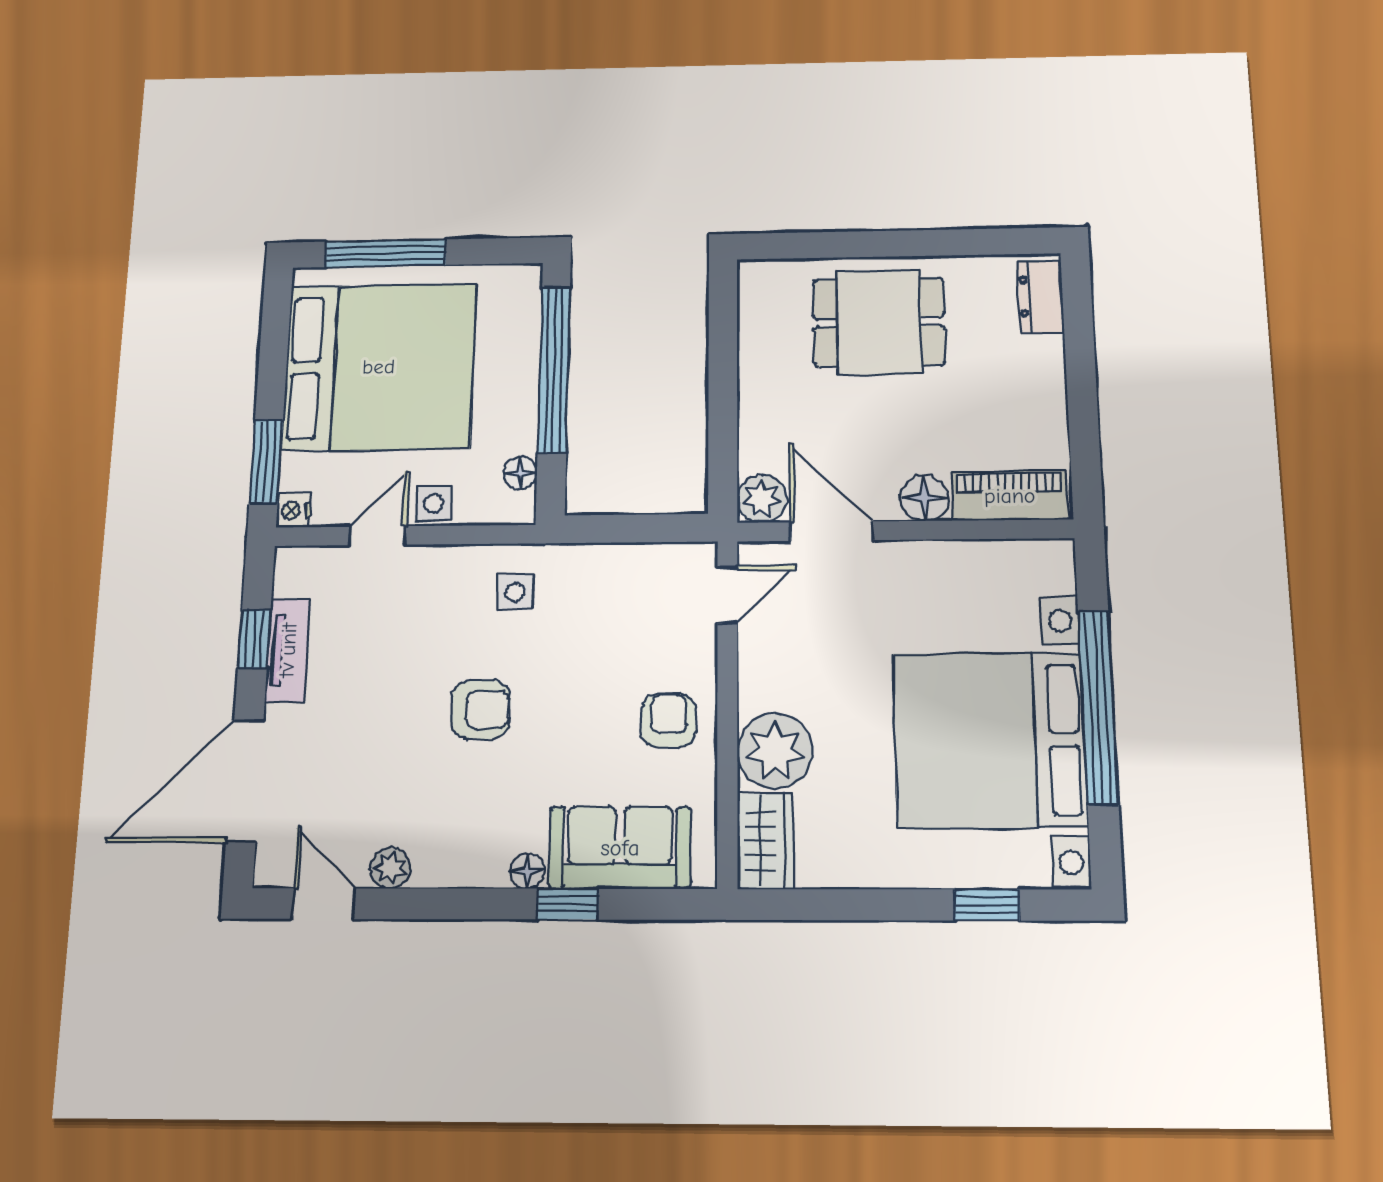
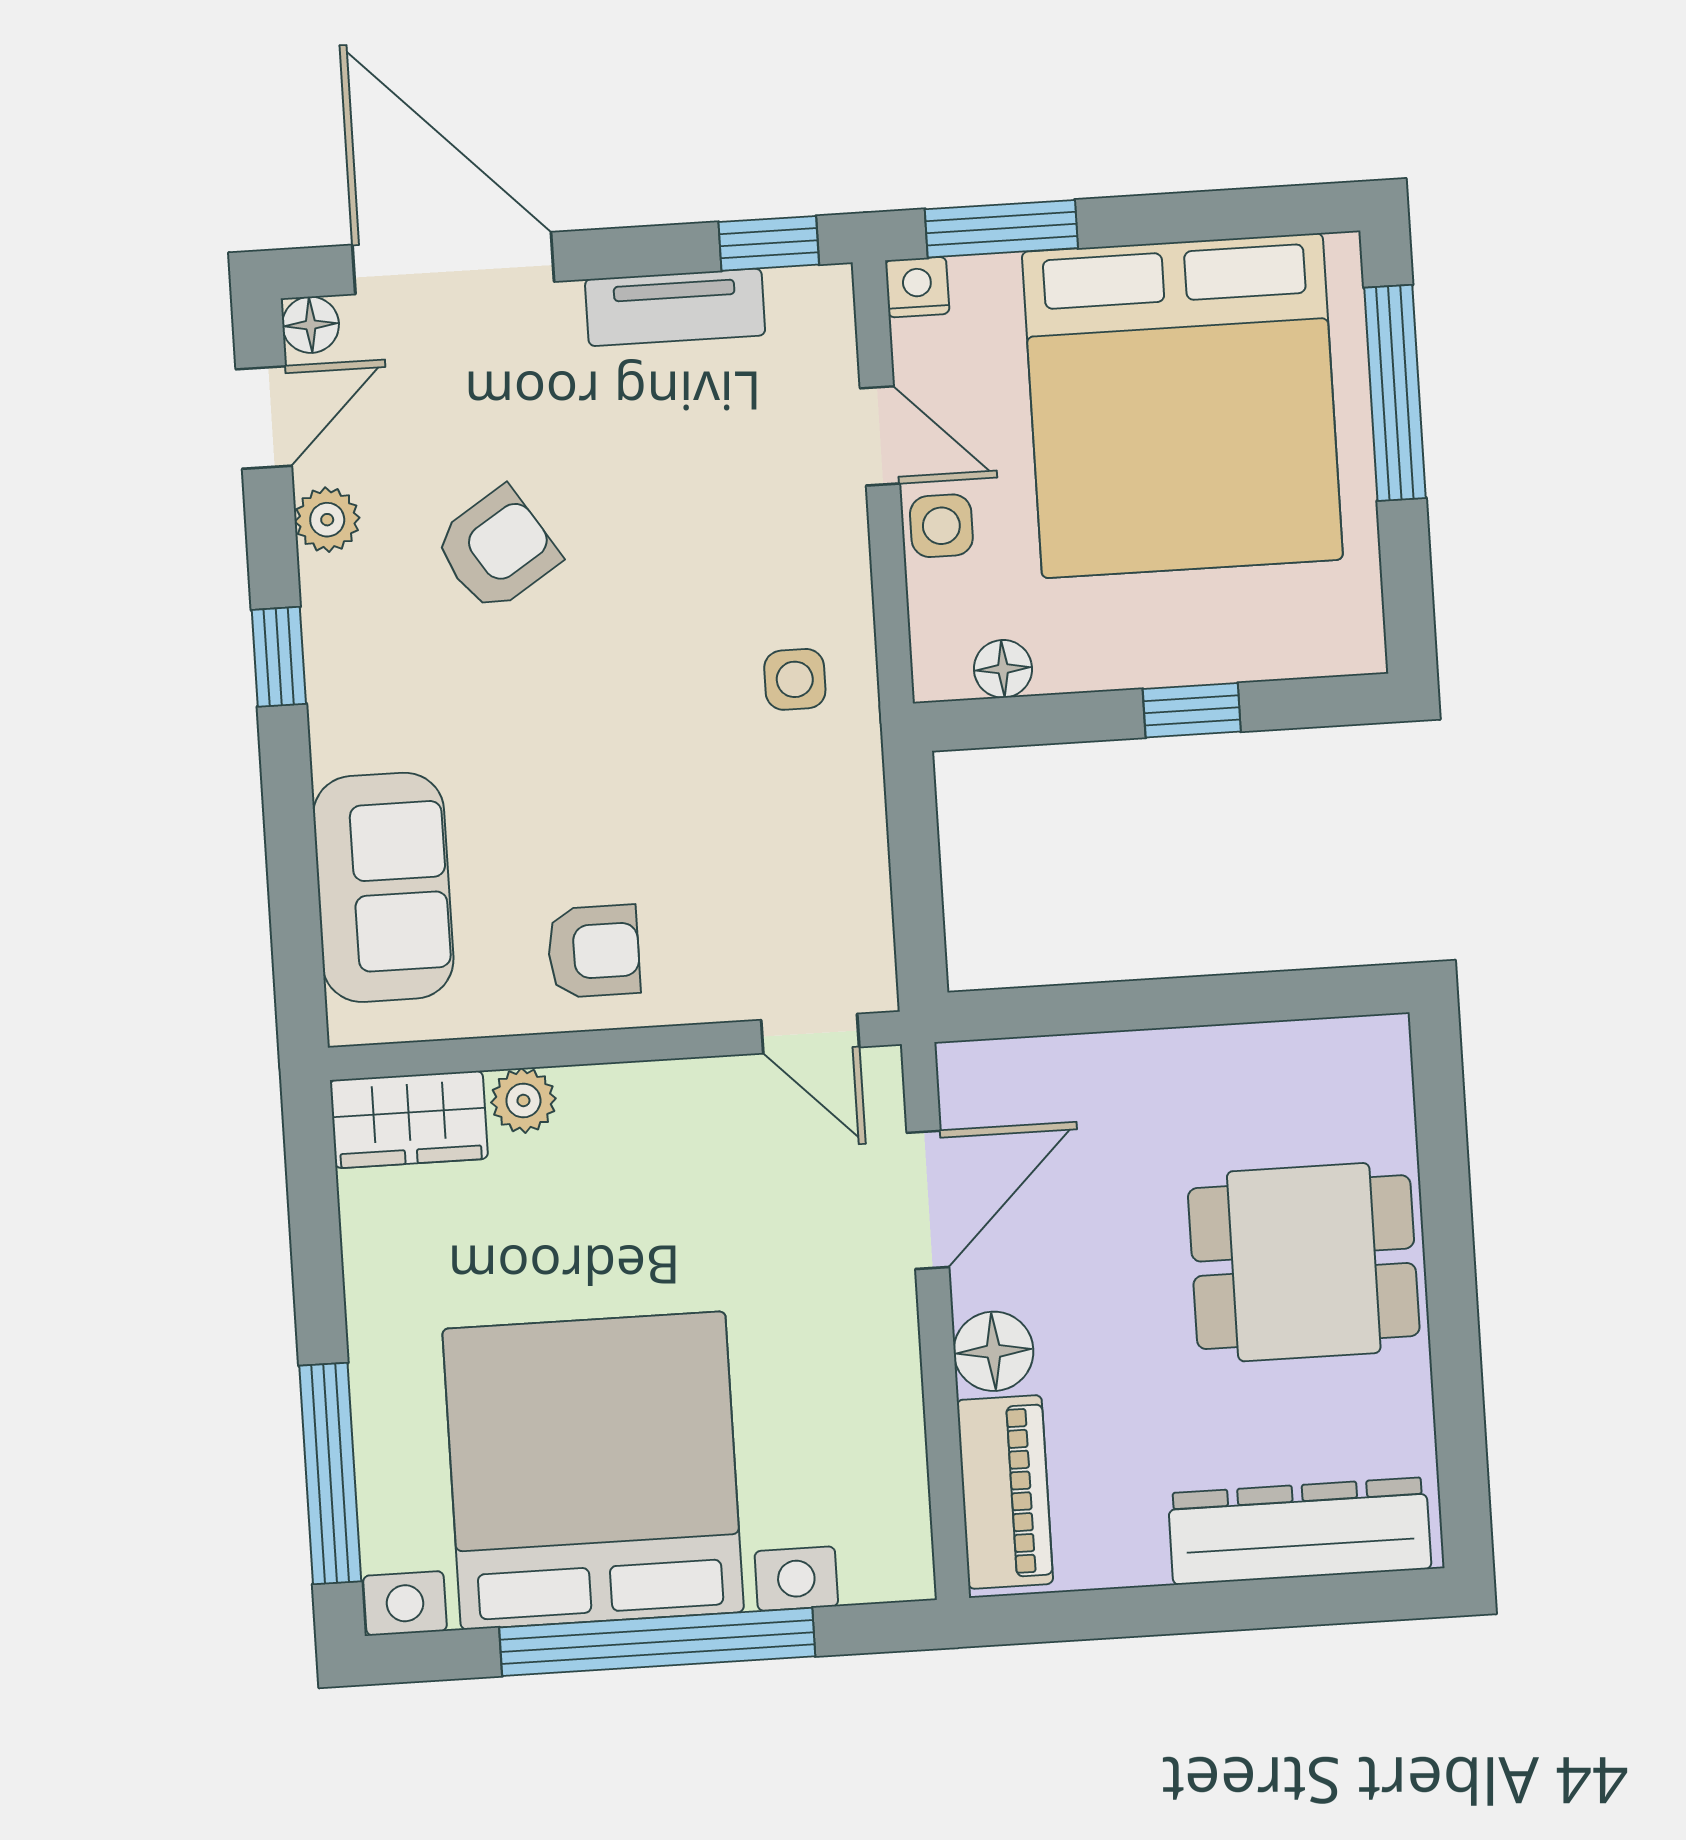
dresser: (1041, 297) -> (1300, 1531), width x1.96, depth x1.24
dining table: (879, 322) -> (1304, 1262), turned 90
window: (554, 370) -> (1192, 710), width x0.32
plant: (762, 499) -> (978, 1081), removed
window: (254, 639) -> (769, 243), moved
armchair: (480, 710) -> (497, 549), moved, turned -123
plant: (775, 751) -> (523, 1100), width x0.53, depth x0.53
floor lamp: (527, 871) -> (311, 325), moved
window: (568, 904) -> (279, 657), moved
window: (987, 905) -> (330, 1473), width x2.17

